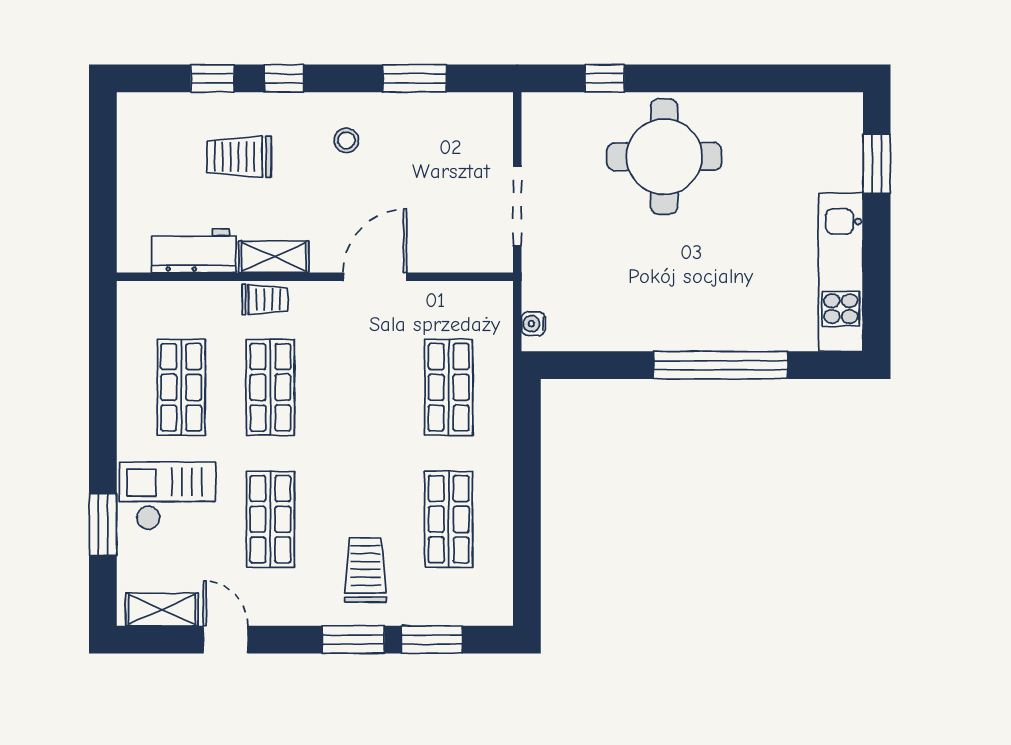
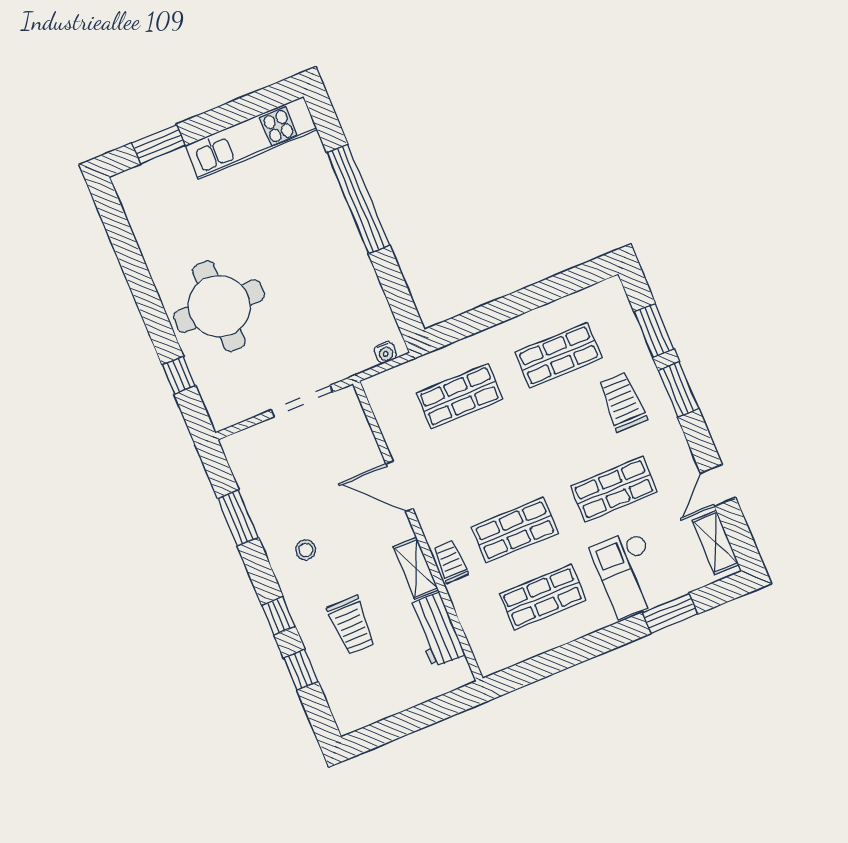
trolley: (365, 570) -> (622, 402), turned 90

